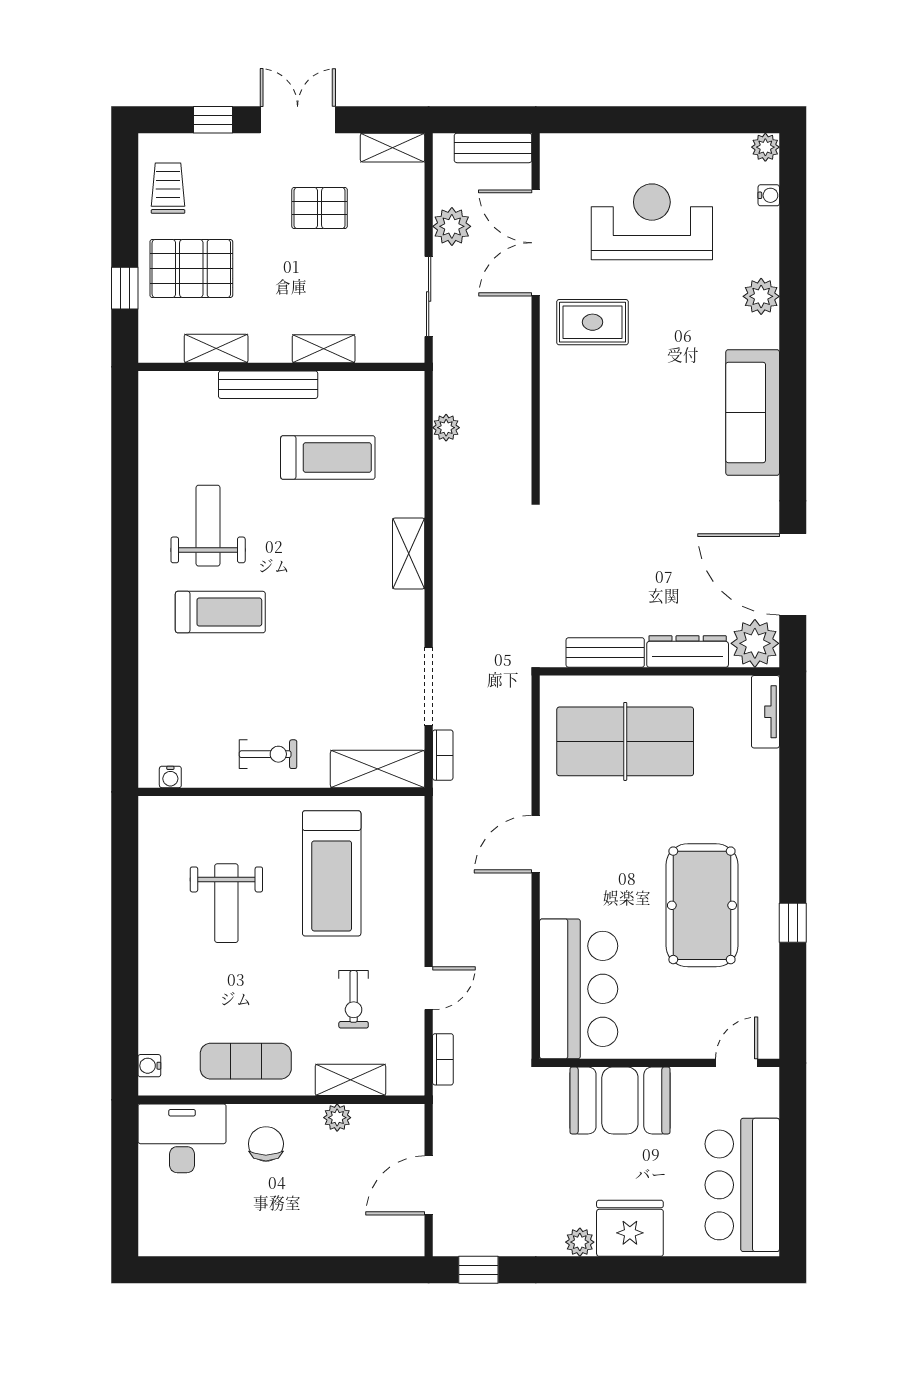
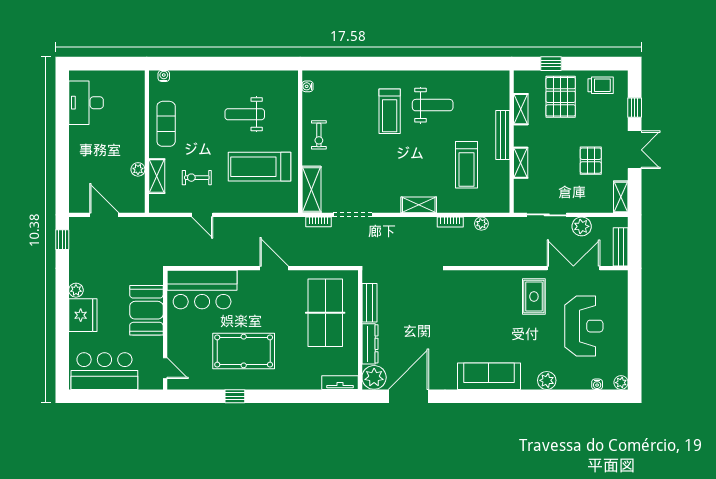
bookcase: (443, 1059) -> (450, 222), moved
desk: (182, 1138) -> (86, 103), moved, turned 180
chair: (266, 1144) -> (125, 134), removed

